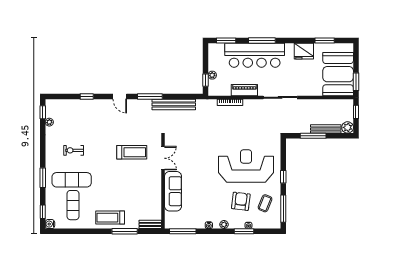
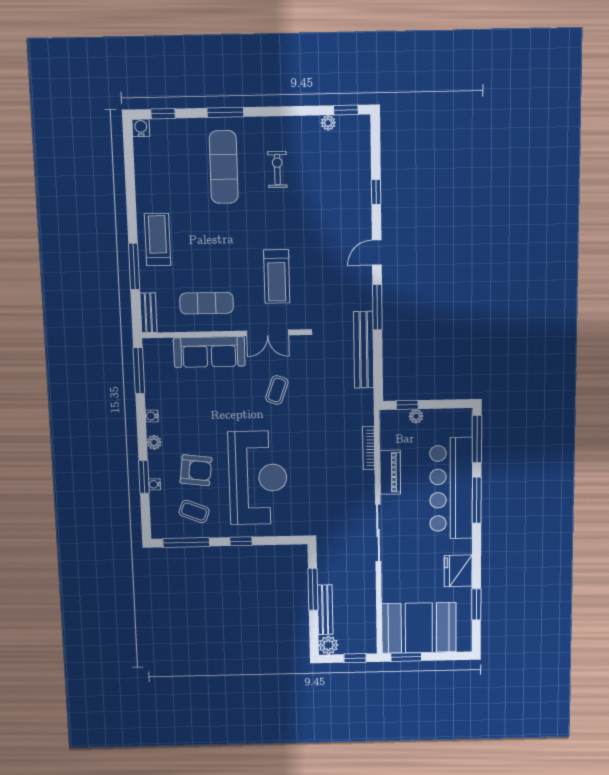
window: (226, 40) -> (477, 439), width x1.44
coffee table: (195, 154) -> (277, 390), added
exercise mat: (73, 205) -> (207, 303), moved

